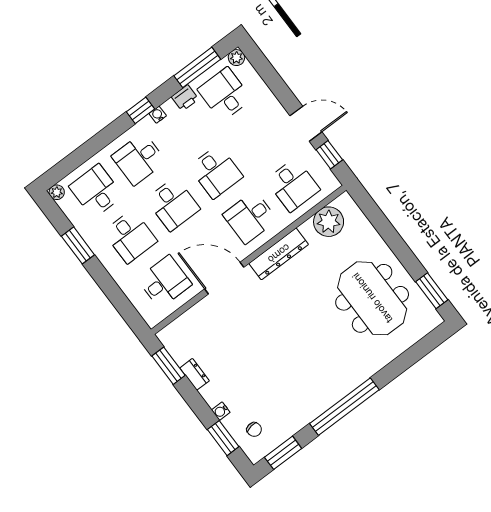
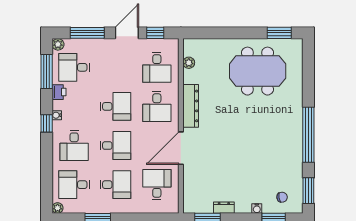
window: (273, 80) -> (87, 33), added
desk: (293, 185) -> (157, 67), turned 90
plant: (329, 222) -> (189, 63), width x0.53, depth x0.53

